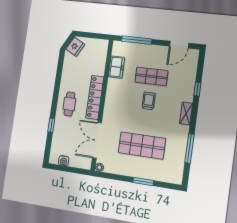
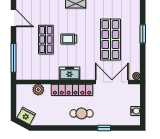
plant: (100, 62) -> (38, 90), added
freezer: (116, 67) -> (70, 73), moved
double door: (97, 140) -> (112, 82), swing flipped

